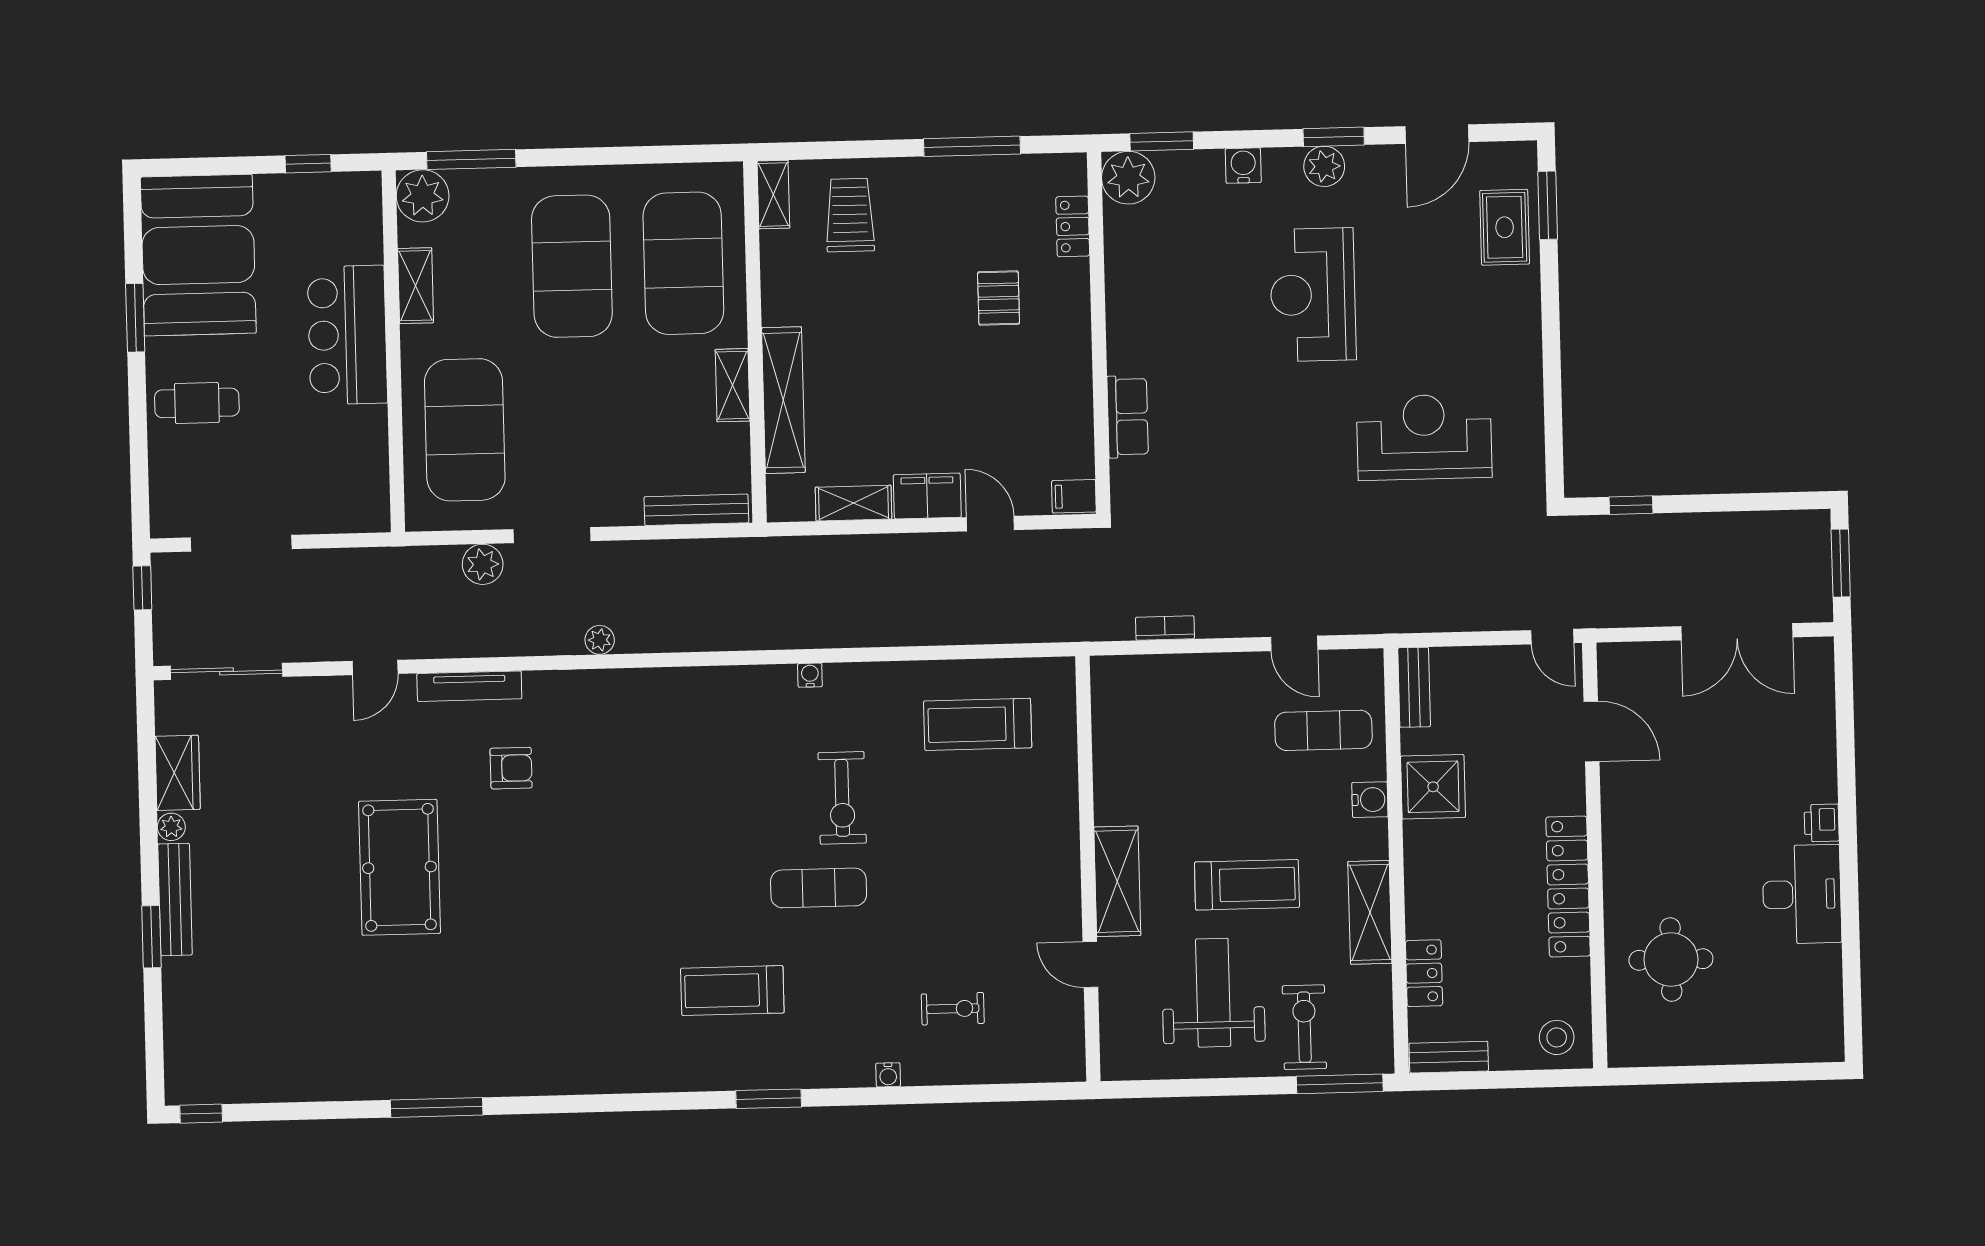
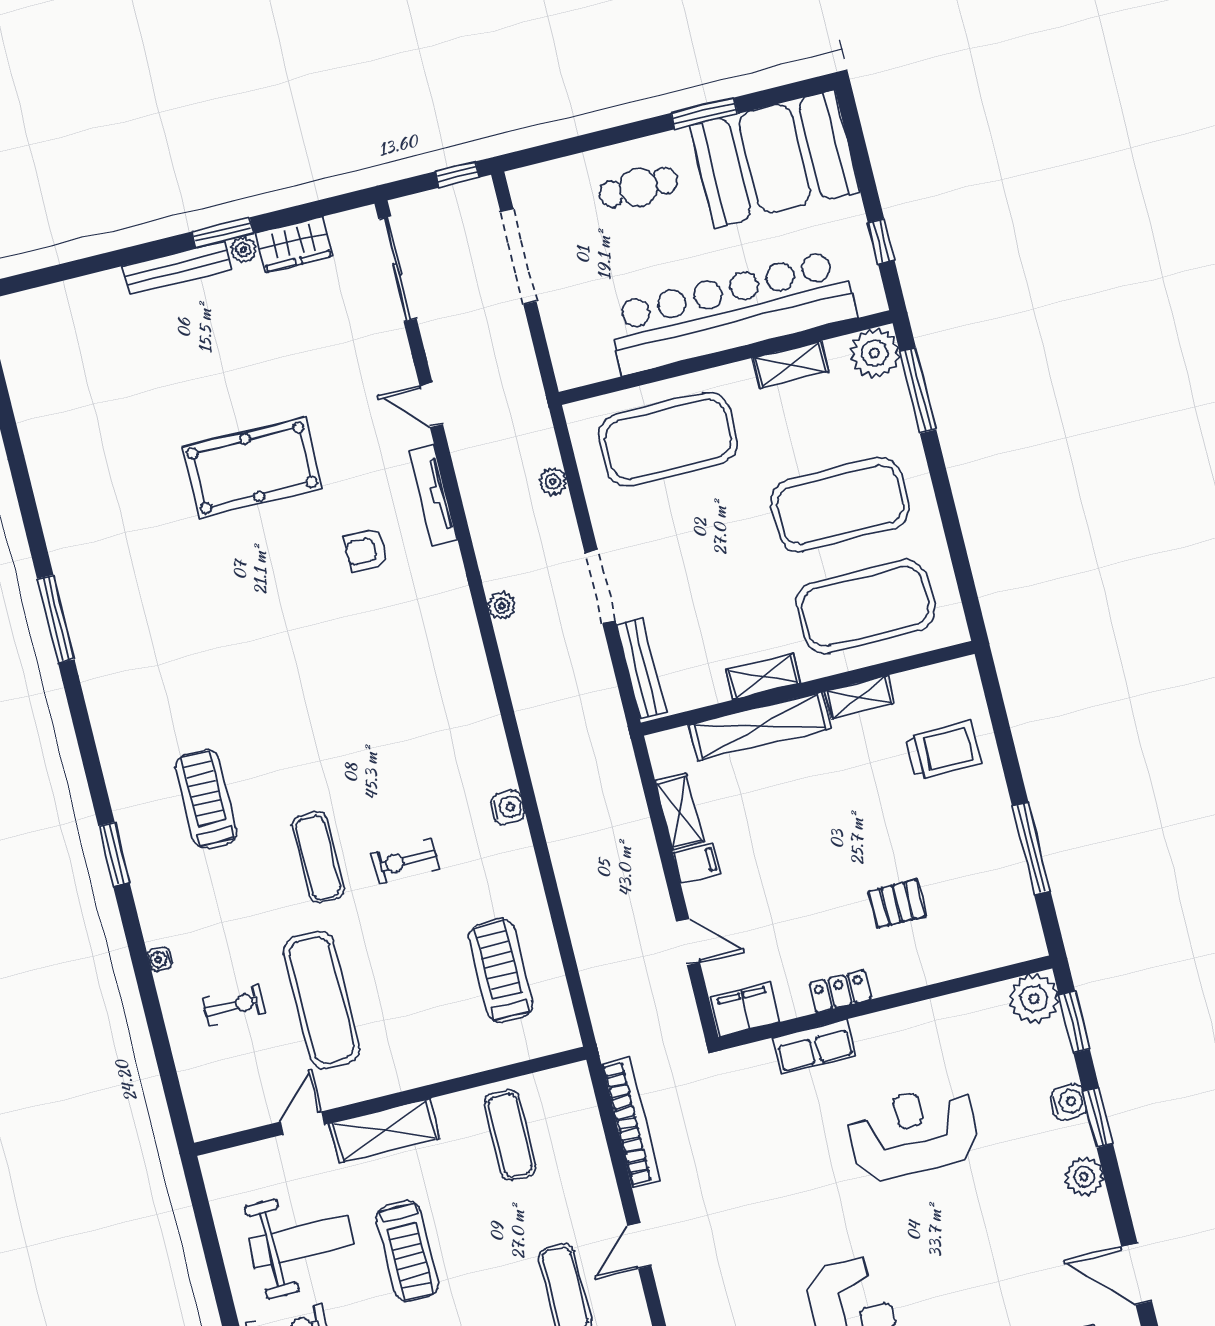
window: (1334, 137) -> (1098, 1118), moved
shelving: (773, 195) -> (859, 697), moved
locker: (1073, 226) -> (840, 992), moved
reception desk: (1313, 295) -> (913, 1133), moved
bar counter: (347, 335) -> (731, 312), width x1.86
cafe table: (197, 403) -> (638, 187), turned 90
filing cabinet: (927, 496) -> (697, 863), width x0.50
filing cabinet: (1074, 496) -> (745, 1009), width x2.00
door: (990, 524) -> (688, 942), hinge flipped
doorway: (552, 535) -> (600, 587), moved
plant: (483, 564) -> (553, 482), width x0.73, depth x0.73
bookcase: (1165, 628) -> (631, 1123), width x2.31, depth x1.31
water cooler: (810, 675) -> (508, 807), width x1.38, depth x1.38
exercise mat: (1150, 752) -> (510, 1135), added
armchair: (511, 768) -> (366, 550), turned 90
exercise bike: (842, 798) -> (406, 861), width x0.73, depth x0.72
exercise mat: (967, 917) -> (322, 1000), added
window: (151, 937) -> (223, 233), moved
exercise bike: (953, 1009) -> (234, 1005), turned -90
window: (437, 1107) -> (56, 619), moved

